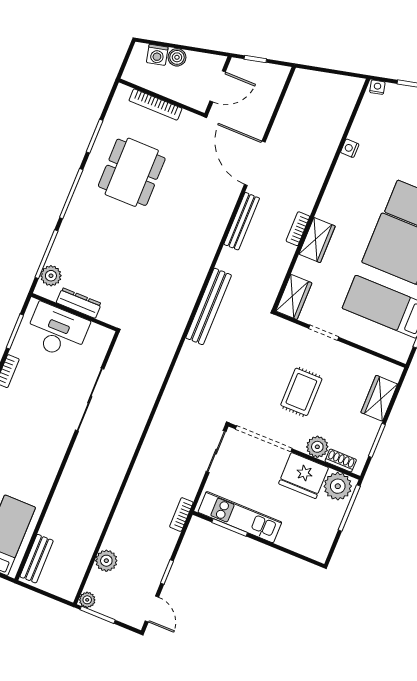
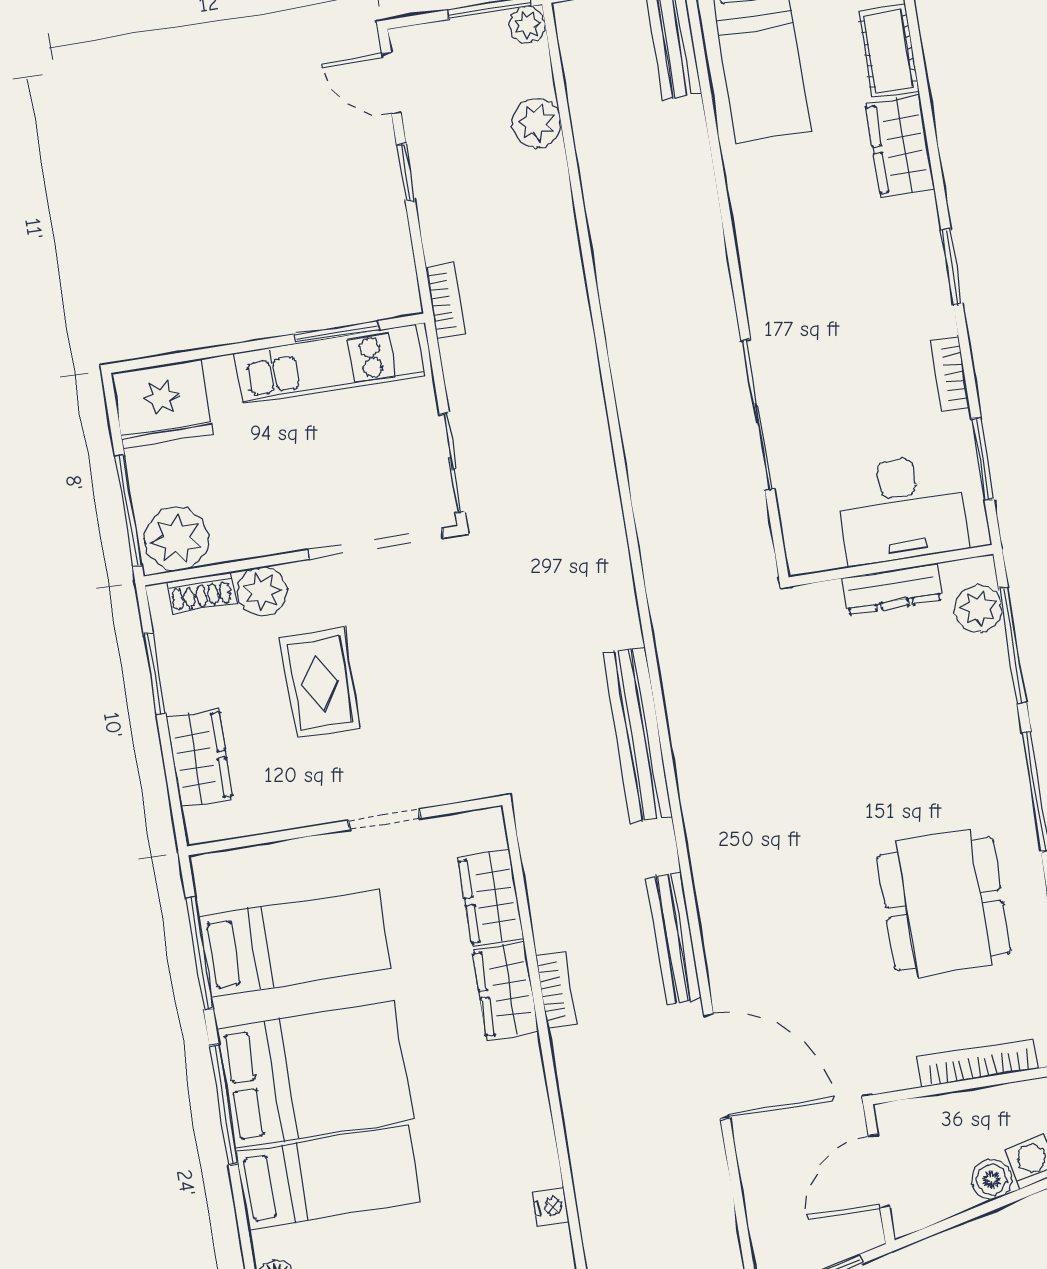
wardrobe: (294, 297) -> (491, 898), moved
rug: (301, 392) -> (320, 683), moved
fridge: (304, 476) -> (162, 404), moved, turned 180

